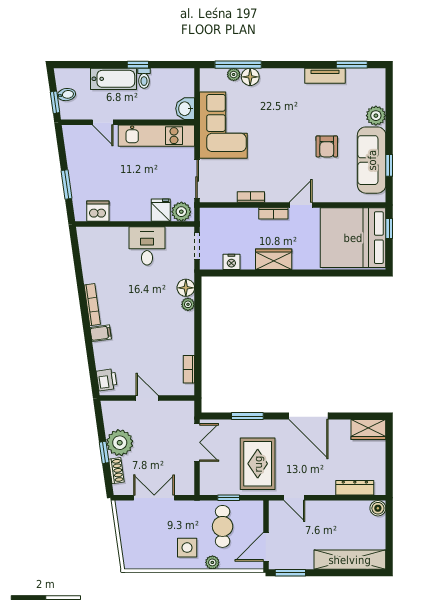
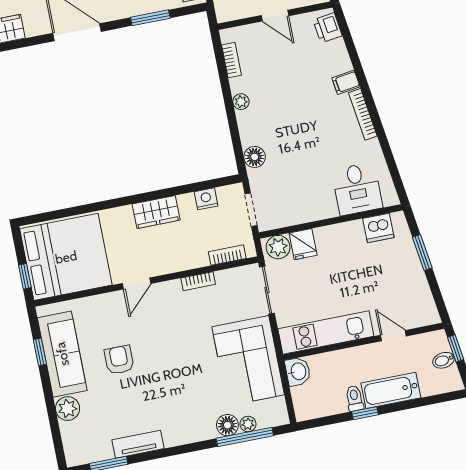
bookcase: (273, 213) -> (227, 255), moved
desk: (147, 246) -> (357, 189), moved
plant: (188, 304) -> (241, 102), moved

